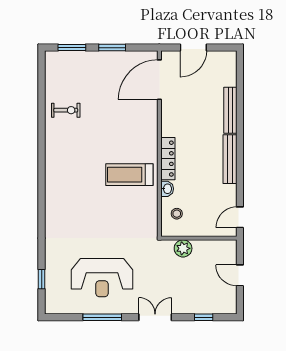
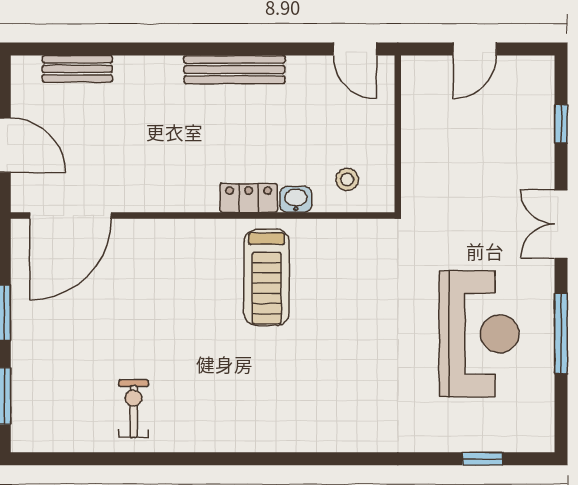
door: (159, 80) -> (70, 215), hinge flipped
bench: (230, 110) -> (77, 69), moved, width x0.73
locker: (168, 159) -> (249, 198), width x0.66
plant: (183, 248) -> (419, 166), removed

